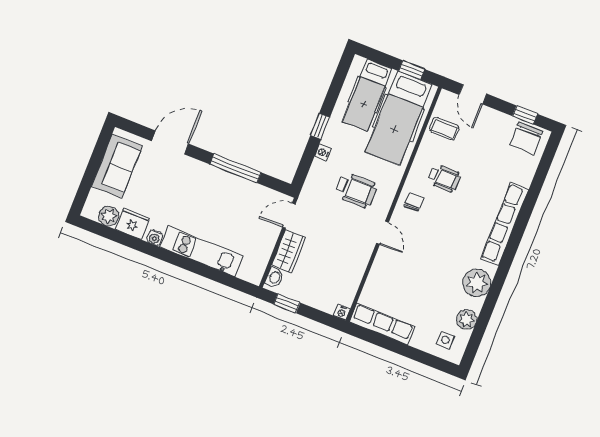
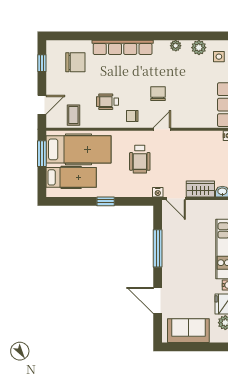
window: (412, 70) -> (42, 154), width x1.50
chair: (526, 138) -> (75, 62), moved
nightstand: (323, 153) -> (158, 192), moved
wheelchair: (444, 178) -> (107, 102), turned -90
wheelchair: (356, 190) -> (140, 159), turned 180
chair: (429, 246) -> (158, 94), added
plant: (477, 283) -> (176, 46), width x0.53, depth x0.53

